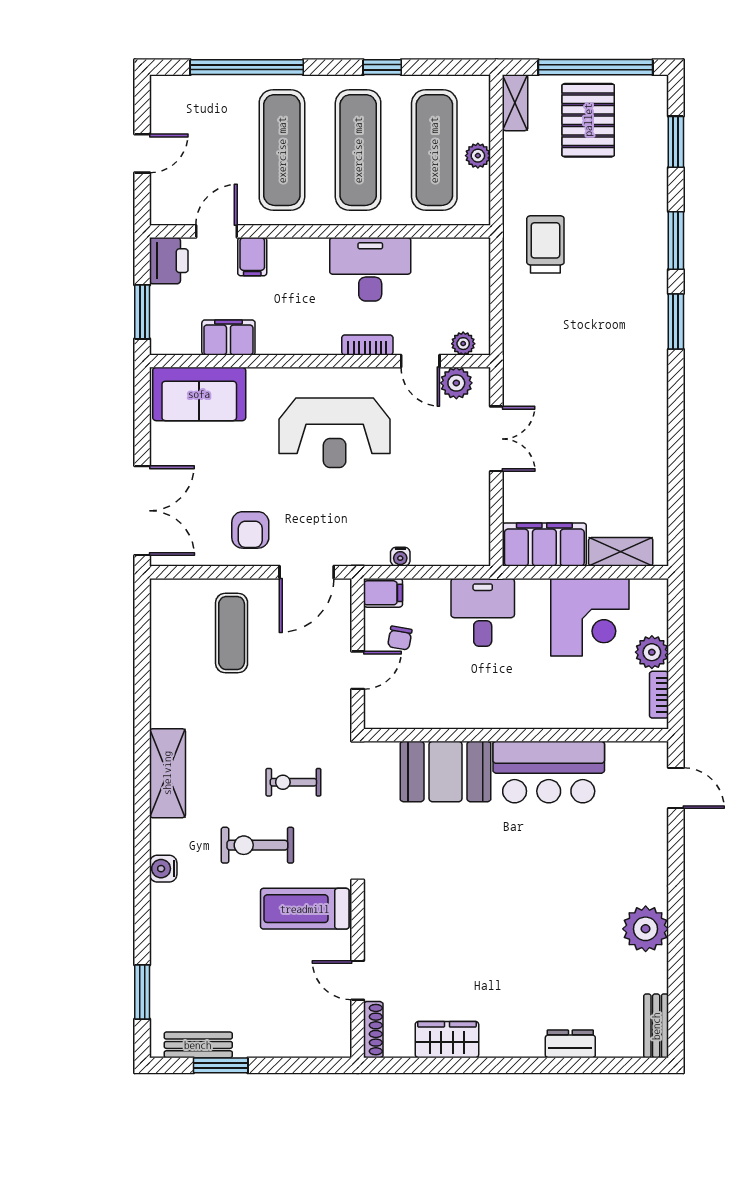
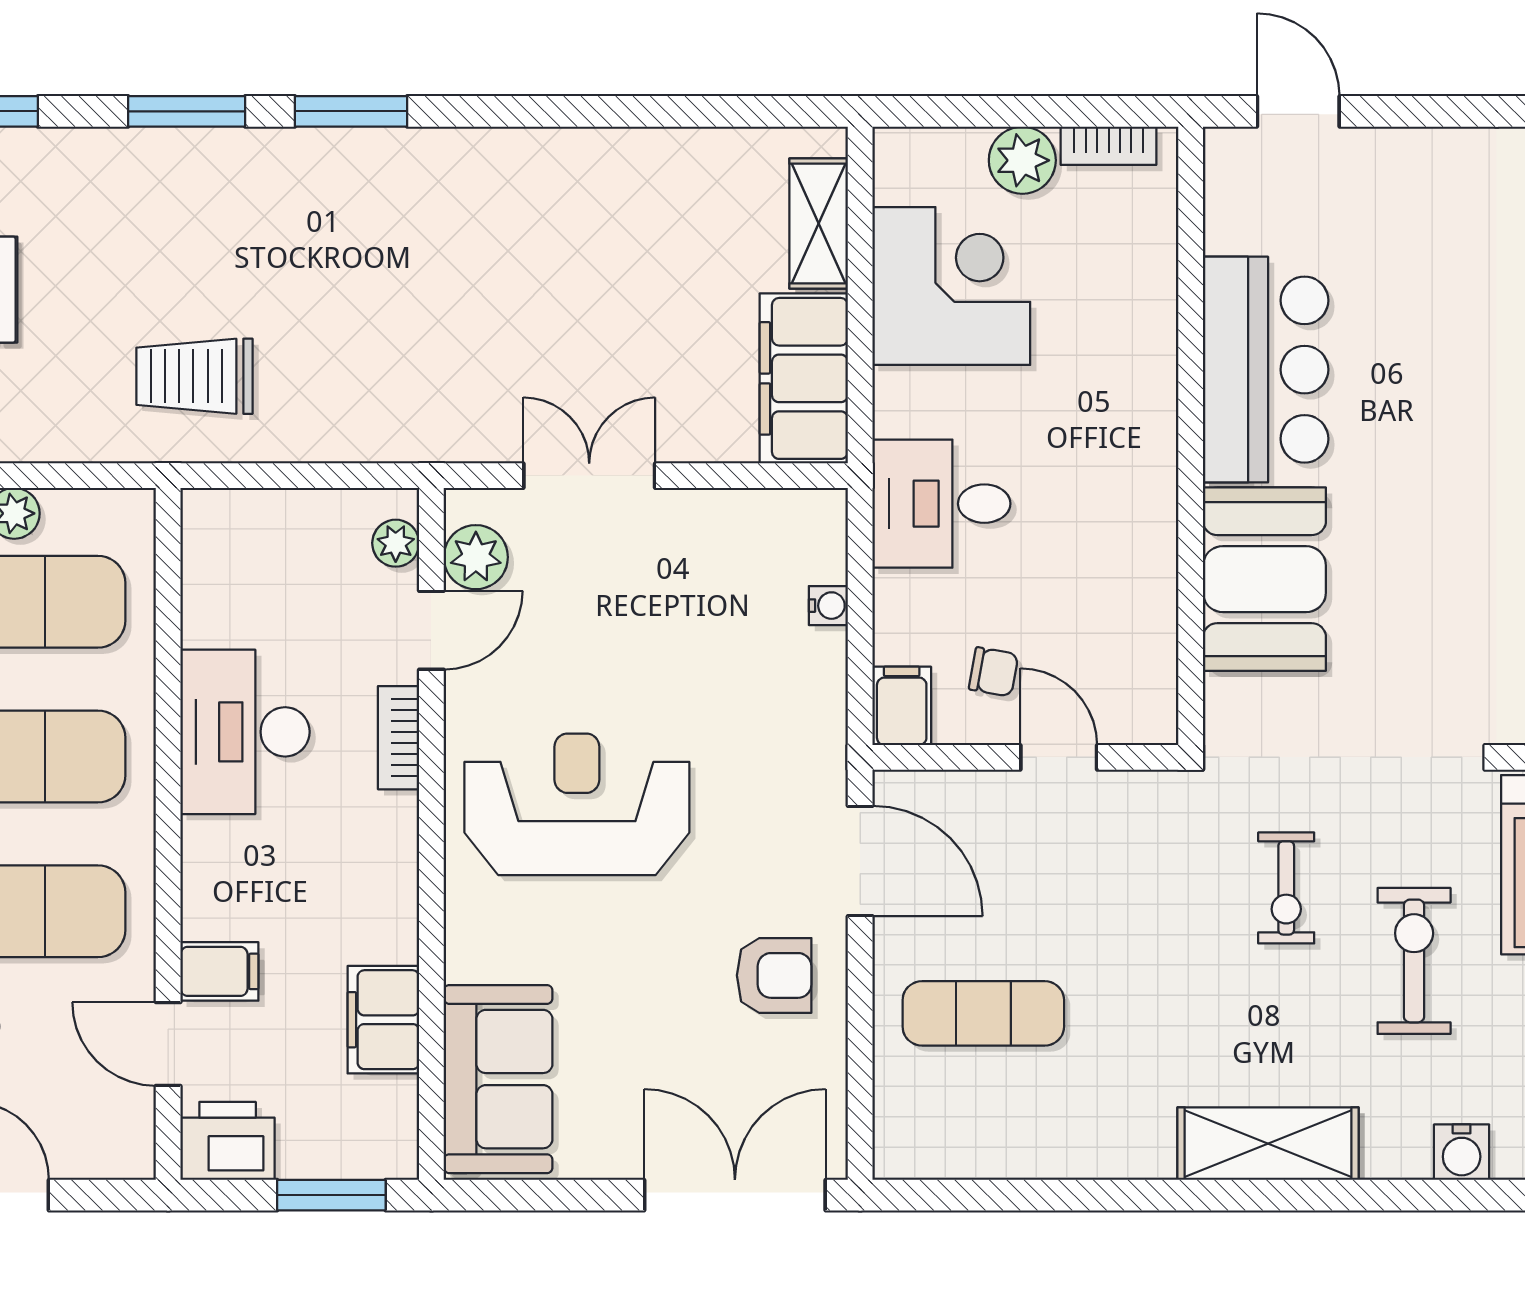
reception desk: (335, 433) -> (577, 804), turned -90
water cooler: (400, 557) -> (828, 606), moved
door: (676, 788) -> (1298, 111), hinge flipped
exercise bike: (257, 845) -> (1414, 961), turned 180

